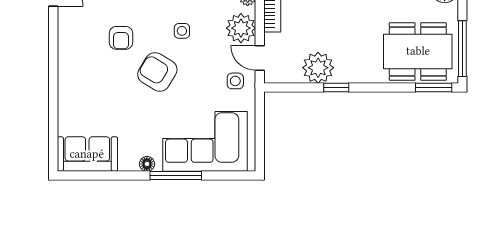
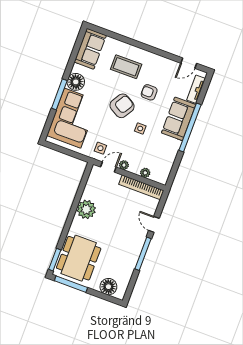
plant: (241, 28) -> (124, 165), width x0.53, depth x0.53
plant: (318, 68) -> (86, 209), moved
coffee table: (95, 88) -> (126, 67), added
window: (336, 88) -> (75, 204), removed
floor lamp: (147, 164) -> (76, 82), width x1.89, depth x1.89

